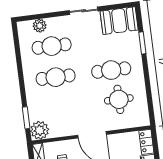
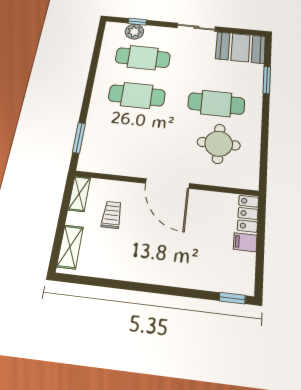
window: (39, 16) -> (137, 22), added
plant: (40, 130) -> (92, 159), removed

